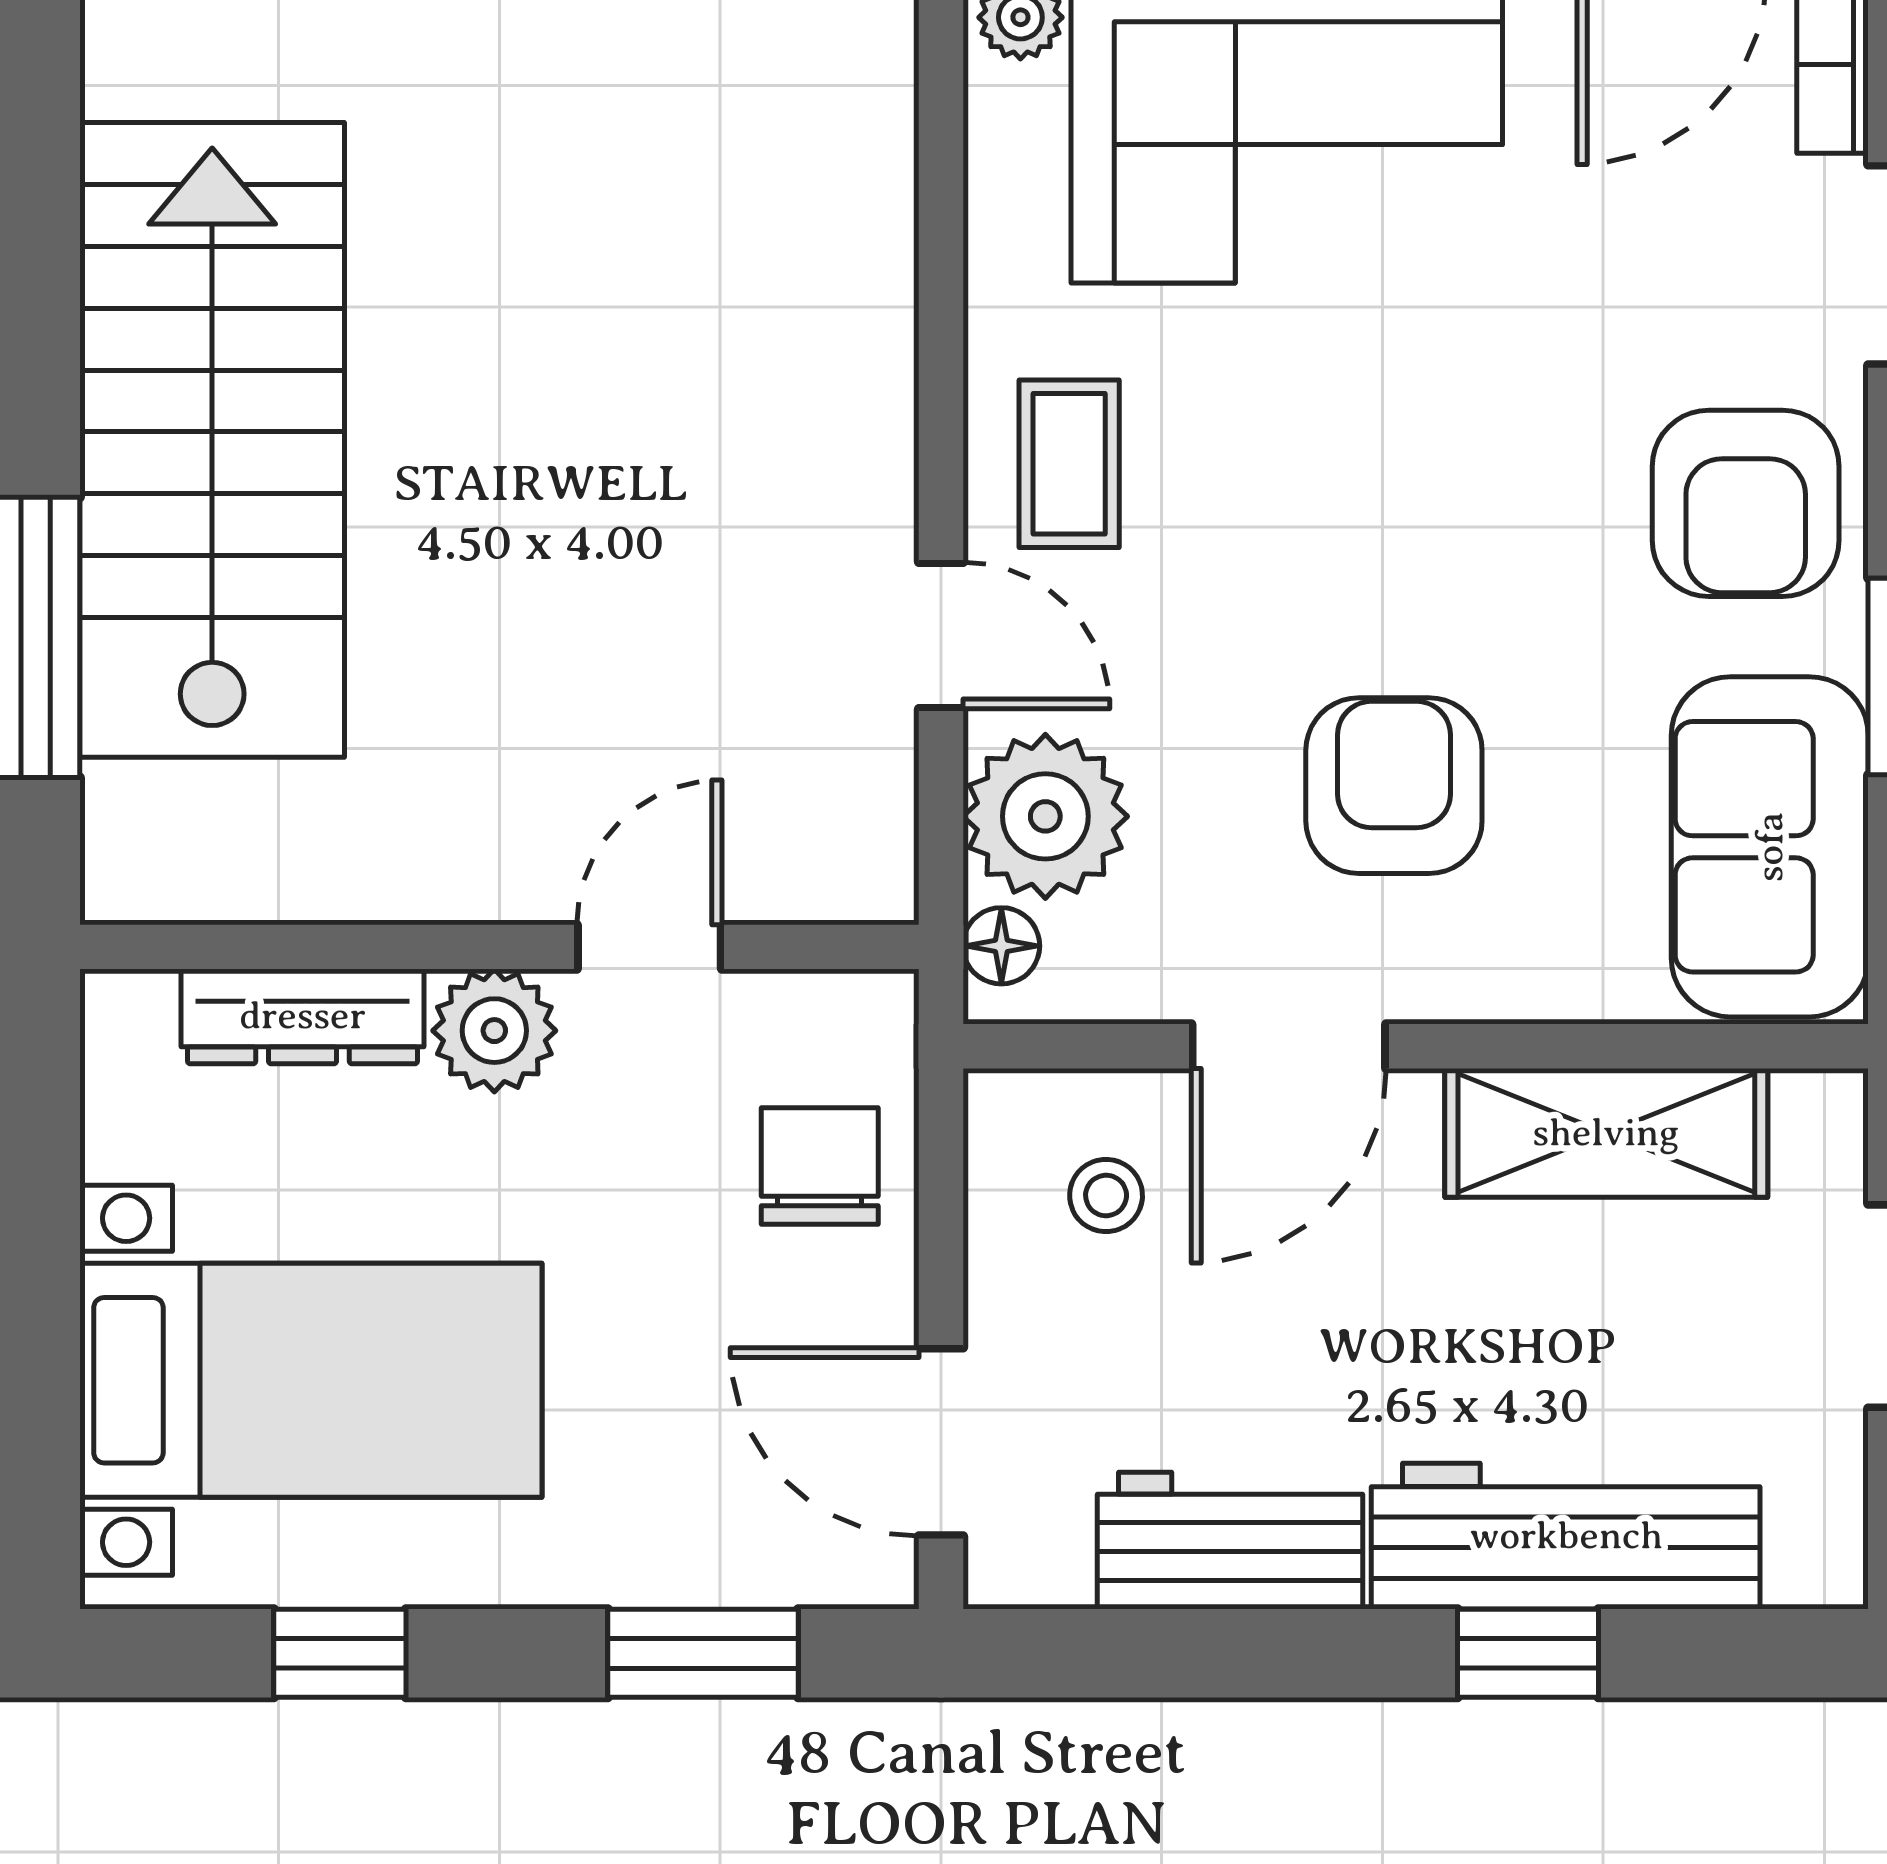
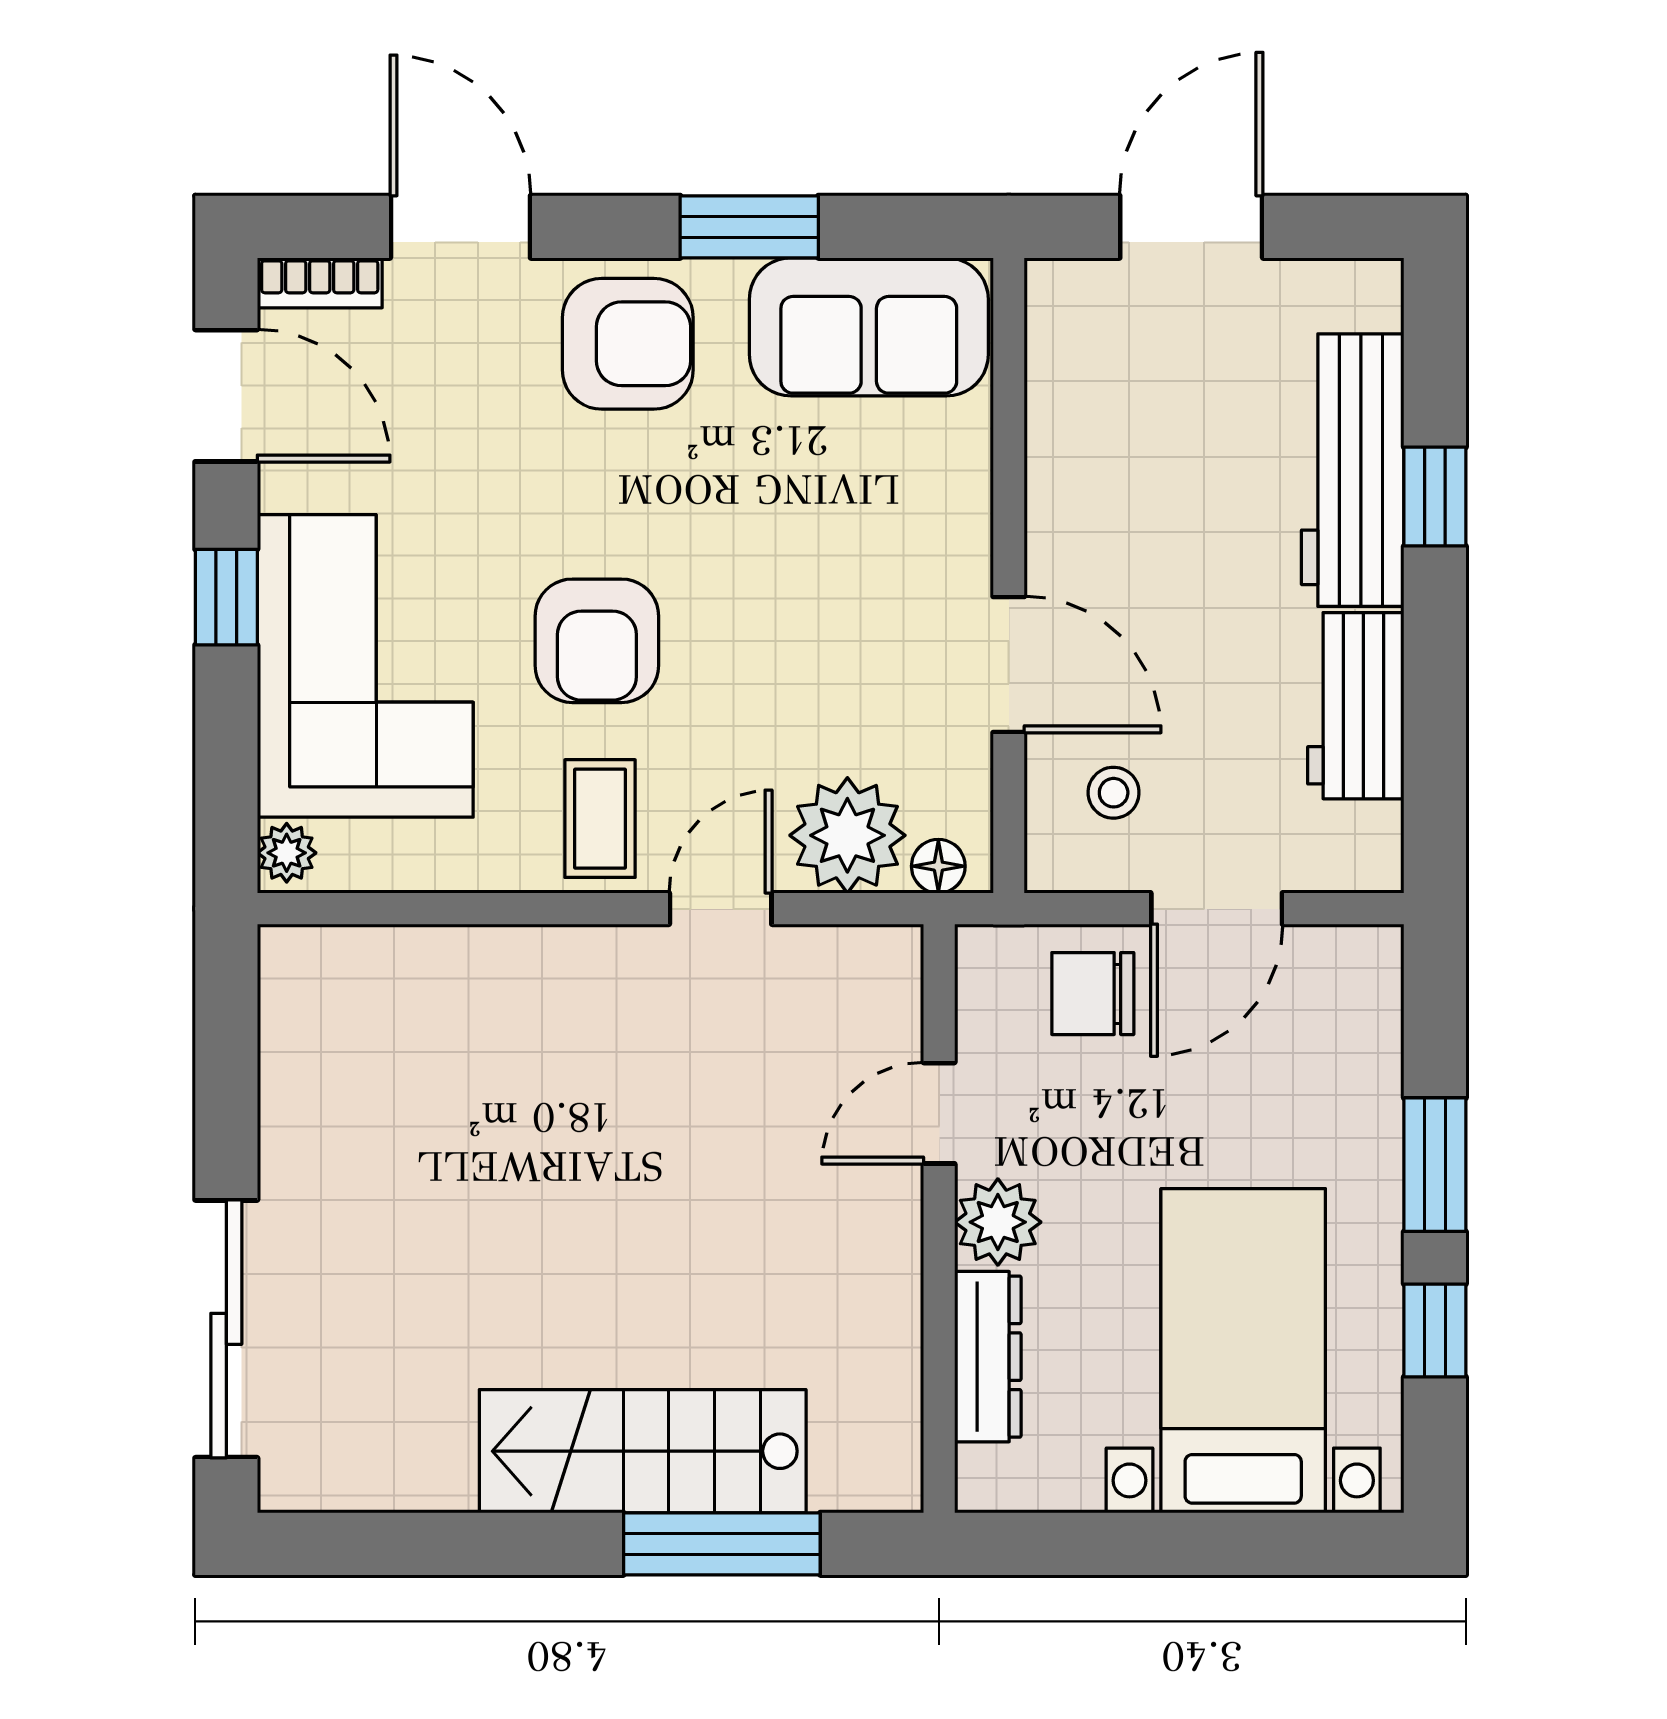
stairs: (212, 440) -> (643, 1451), width x0.73, depth x0.66
coffee table: (1069, 464) -> (600, 819), turned 90
armchair: (1394, 786) -> (597, 641), moved, turned -90
door: (649, 947) -> (939, 1113), hinge flipped
shelving: (1606, 1133) -> (1070, 442), removed
door: (941, 1442) -> (1217, 909), moved
window: (703, 1653) -> (1435, 1165), moved

